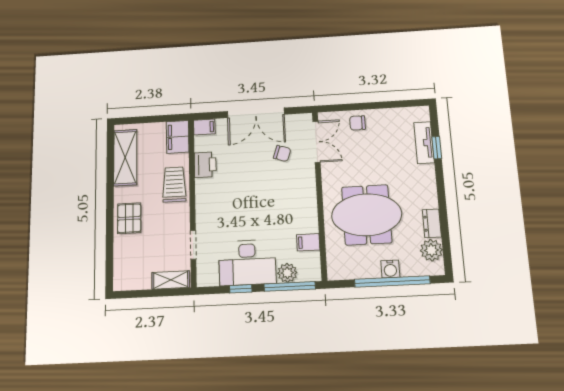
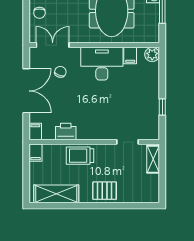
filing cabinet: (178, 137) -> (36, 153), width x0.50
desk: (247, 262) -> (102, 64), moved, turned -90
plant: (287, 273) -> (152, 54), moved
window: (290, 286) -> (162, 71), removed

